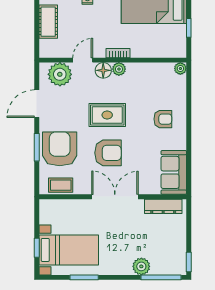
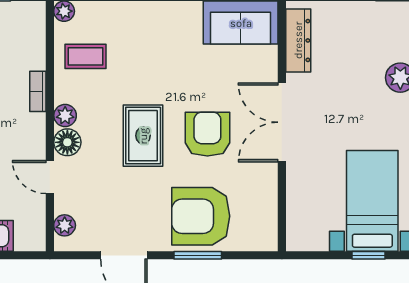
bookcase: (118, 53) -> (38, 91), moved
plant: (60, 74) -> (65, 225), width x0.53, depth x0.53
armchair: (163, 119) -> (150, 41), removed
coffee table: (61, 185) -> (85, 56), moved, turned 90

